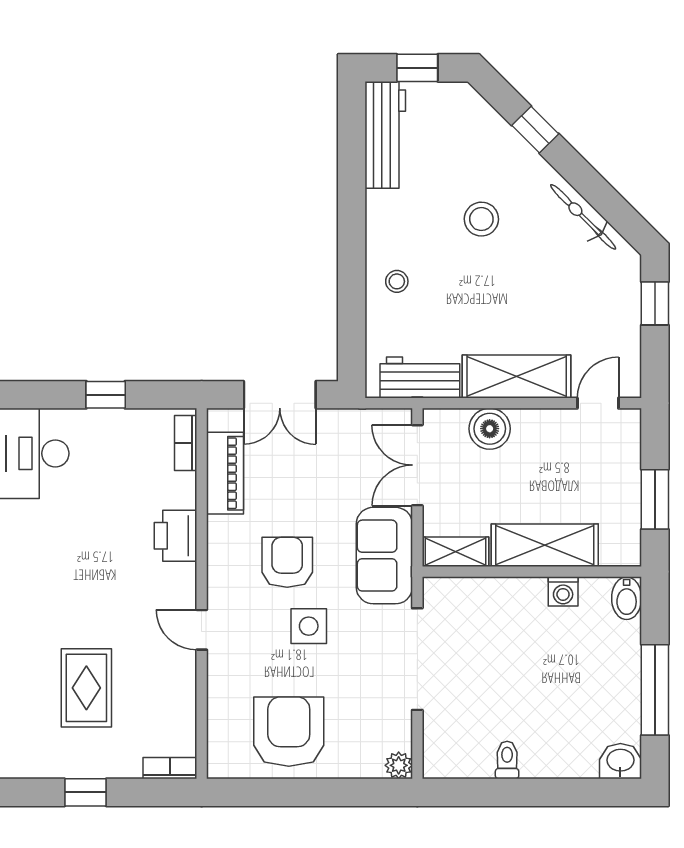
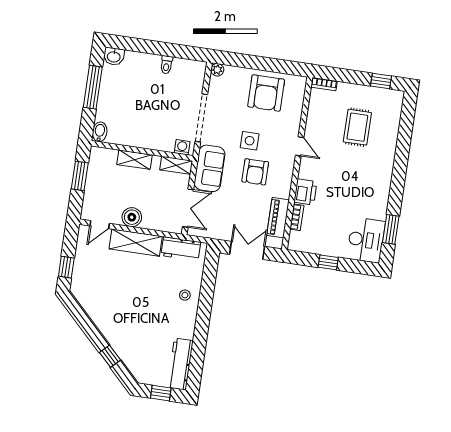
bicycle: (583, 217) -> (94, 312), removed
stool: (481, 219) -> (141, 318), removed
boiler: (490, 429) -> (132, 217), moved
bookcase: (186, 443) -> (297, 217), moved
shelving: (545, 545) -> (135, 160), width x0.67, depth x0.75
washing machine: (563, 591) -> (182, 147), moved
window: (85, 792) -> (381, 81), moved

